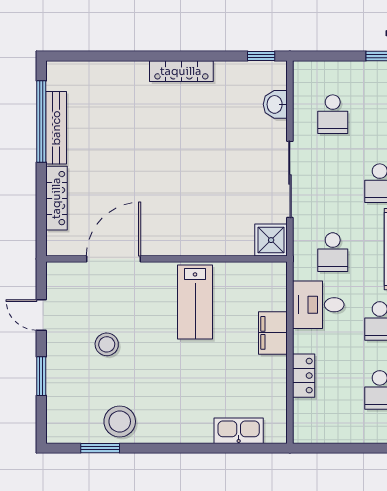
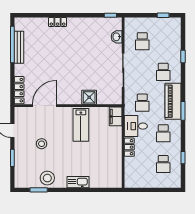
locker: (181, 71) -> (58, 22), moved, width x0.66
locker: (56, 198) -> (19, 90), moved
shower: (271, 240) -> (89, 97), moved
filing cabinet: (273, 333) -> (116, 116), moved
locker: (304, 376) -> (129, 147), moved
kitchen sink: (239, 431) -> (78, 182), moved

